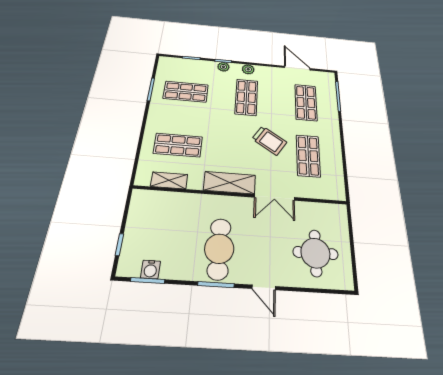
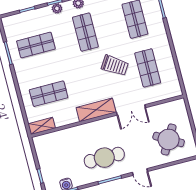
shelving: (169, 180) -> (42, 126), moved
cafe table: (219, 249) -> (104, 158), turned 90
round table: (315, 253) -> (169, 139), turned 30

